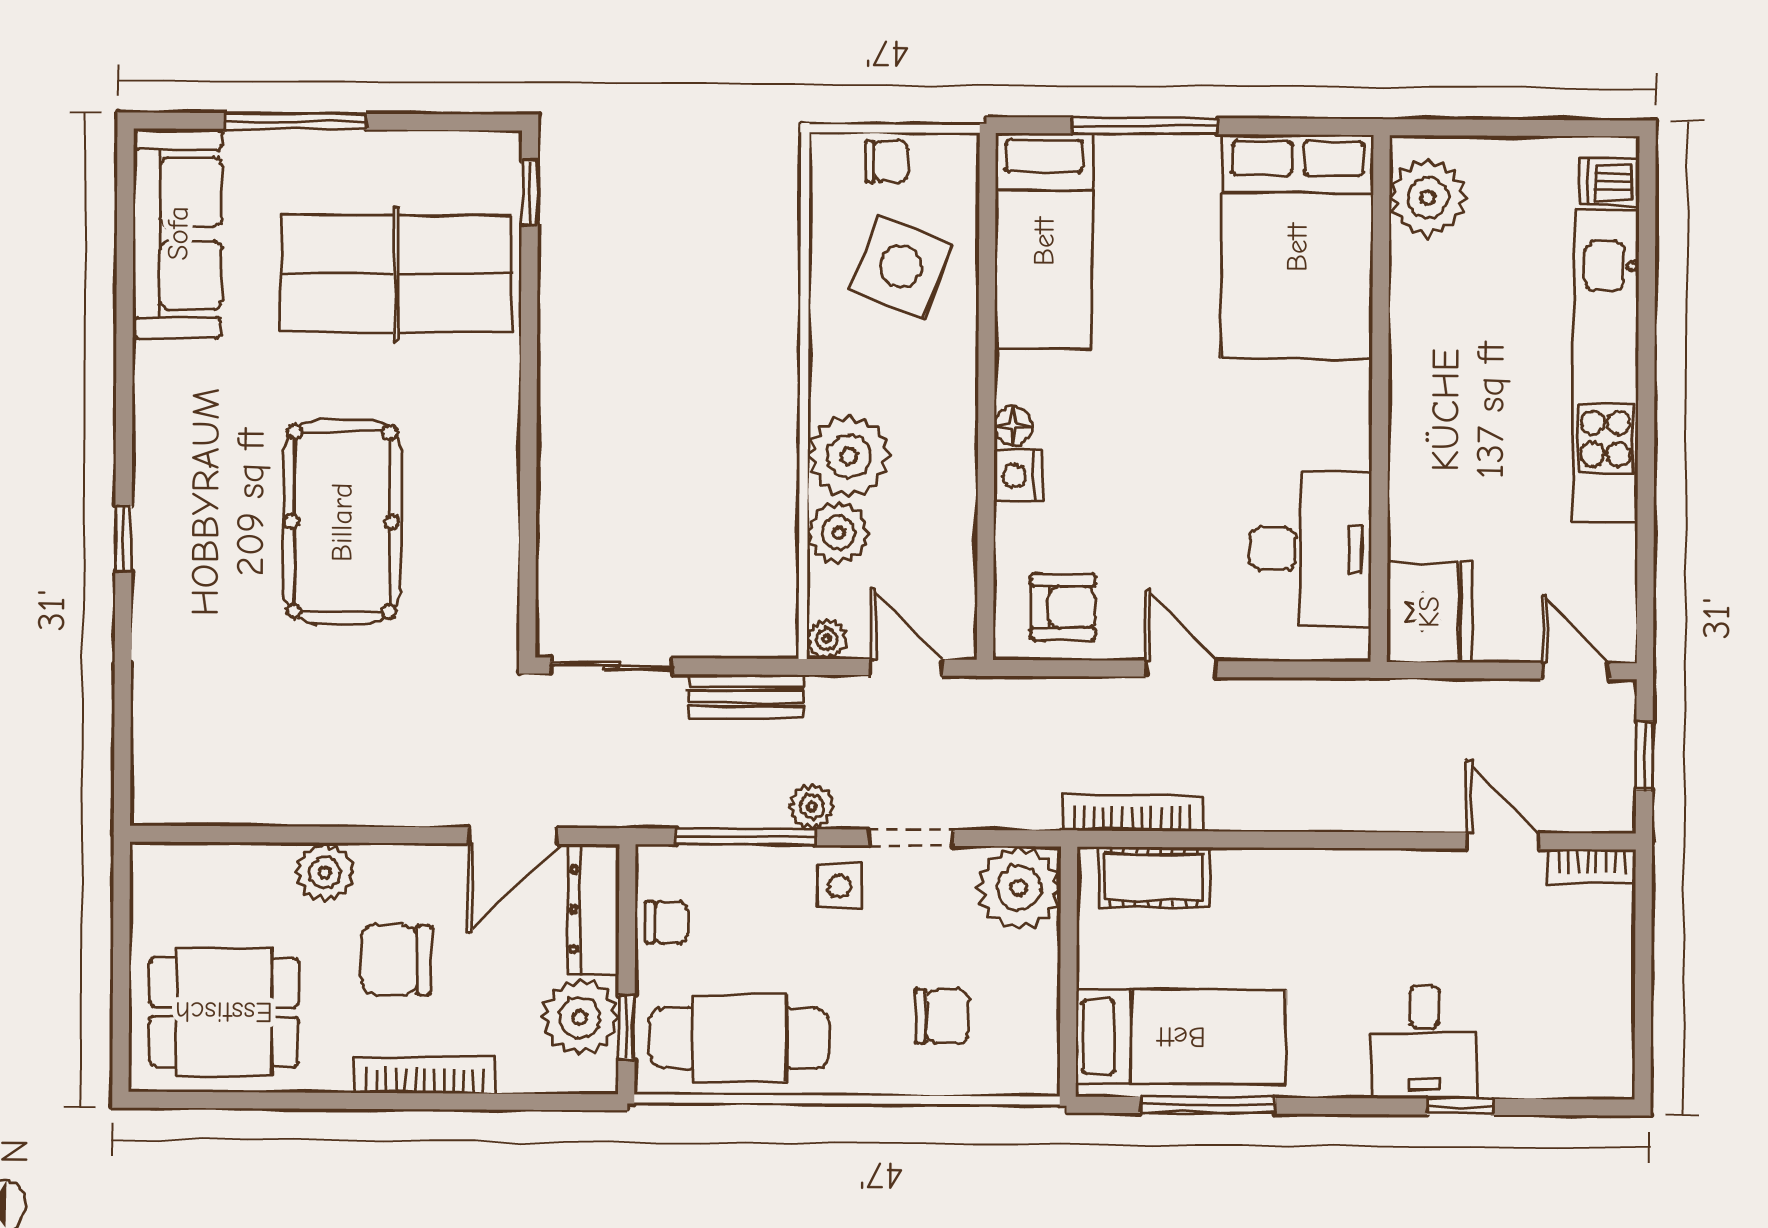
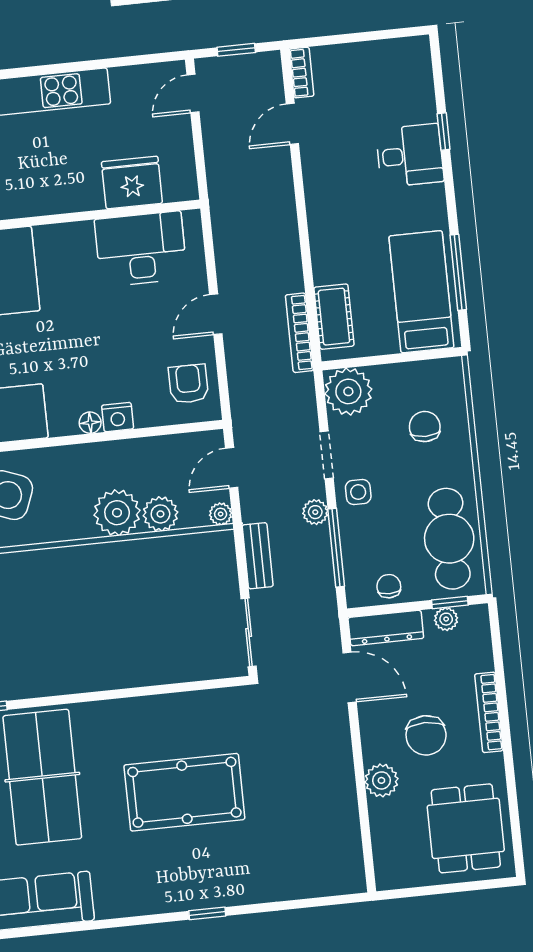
fridge: (1429, 612) -> (132, 182), moved
plant: (580, 1017) -> (446, 619), width x0.53, depth x0.53

